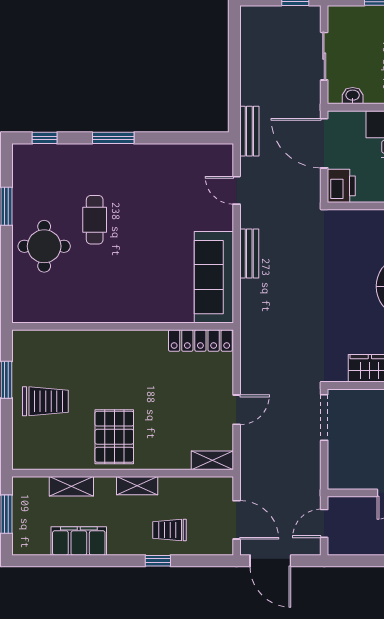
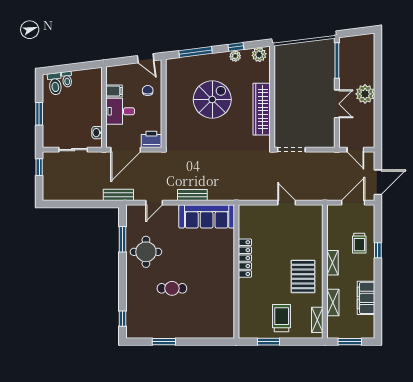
window: (113, 138) -> (123, 239), moved
round table: (44, 246) -> (146, 252), moved
locker: (200, 340) -> (245, 258), moved
pallet: (114, 437) -> (303, 276), turned 90
shelving: (212, 460) -> (317, 320), moved

